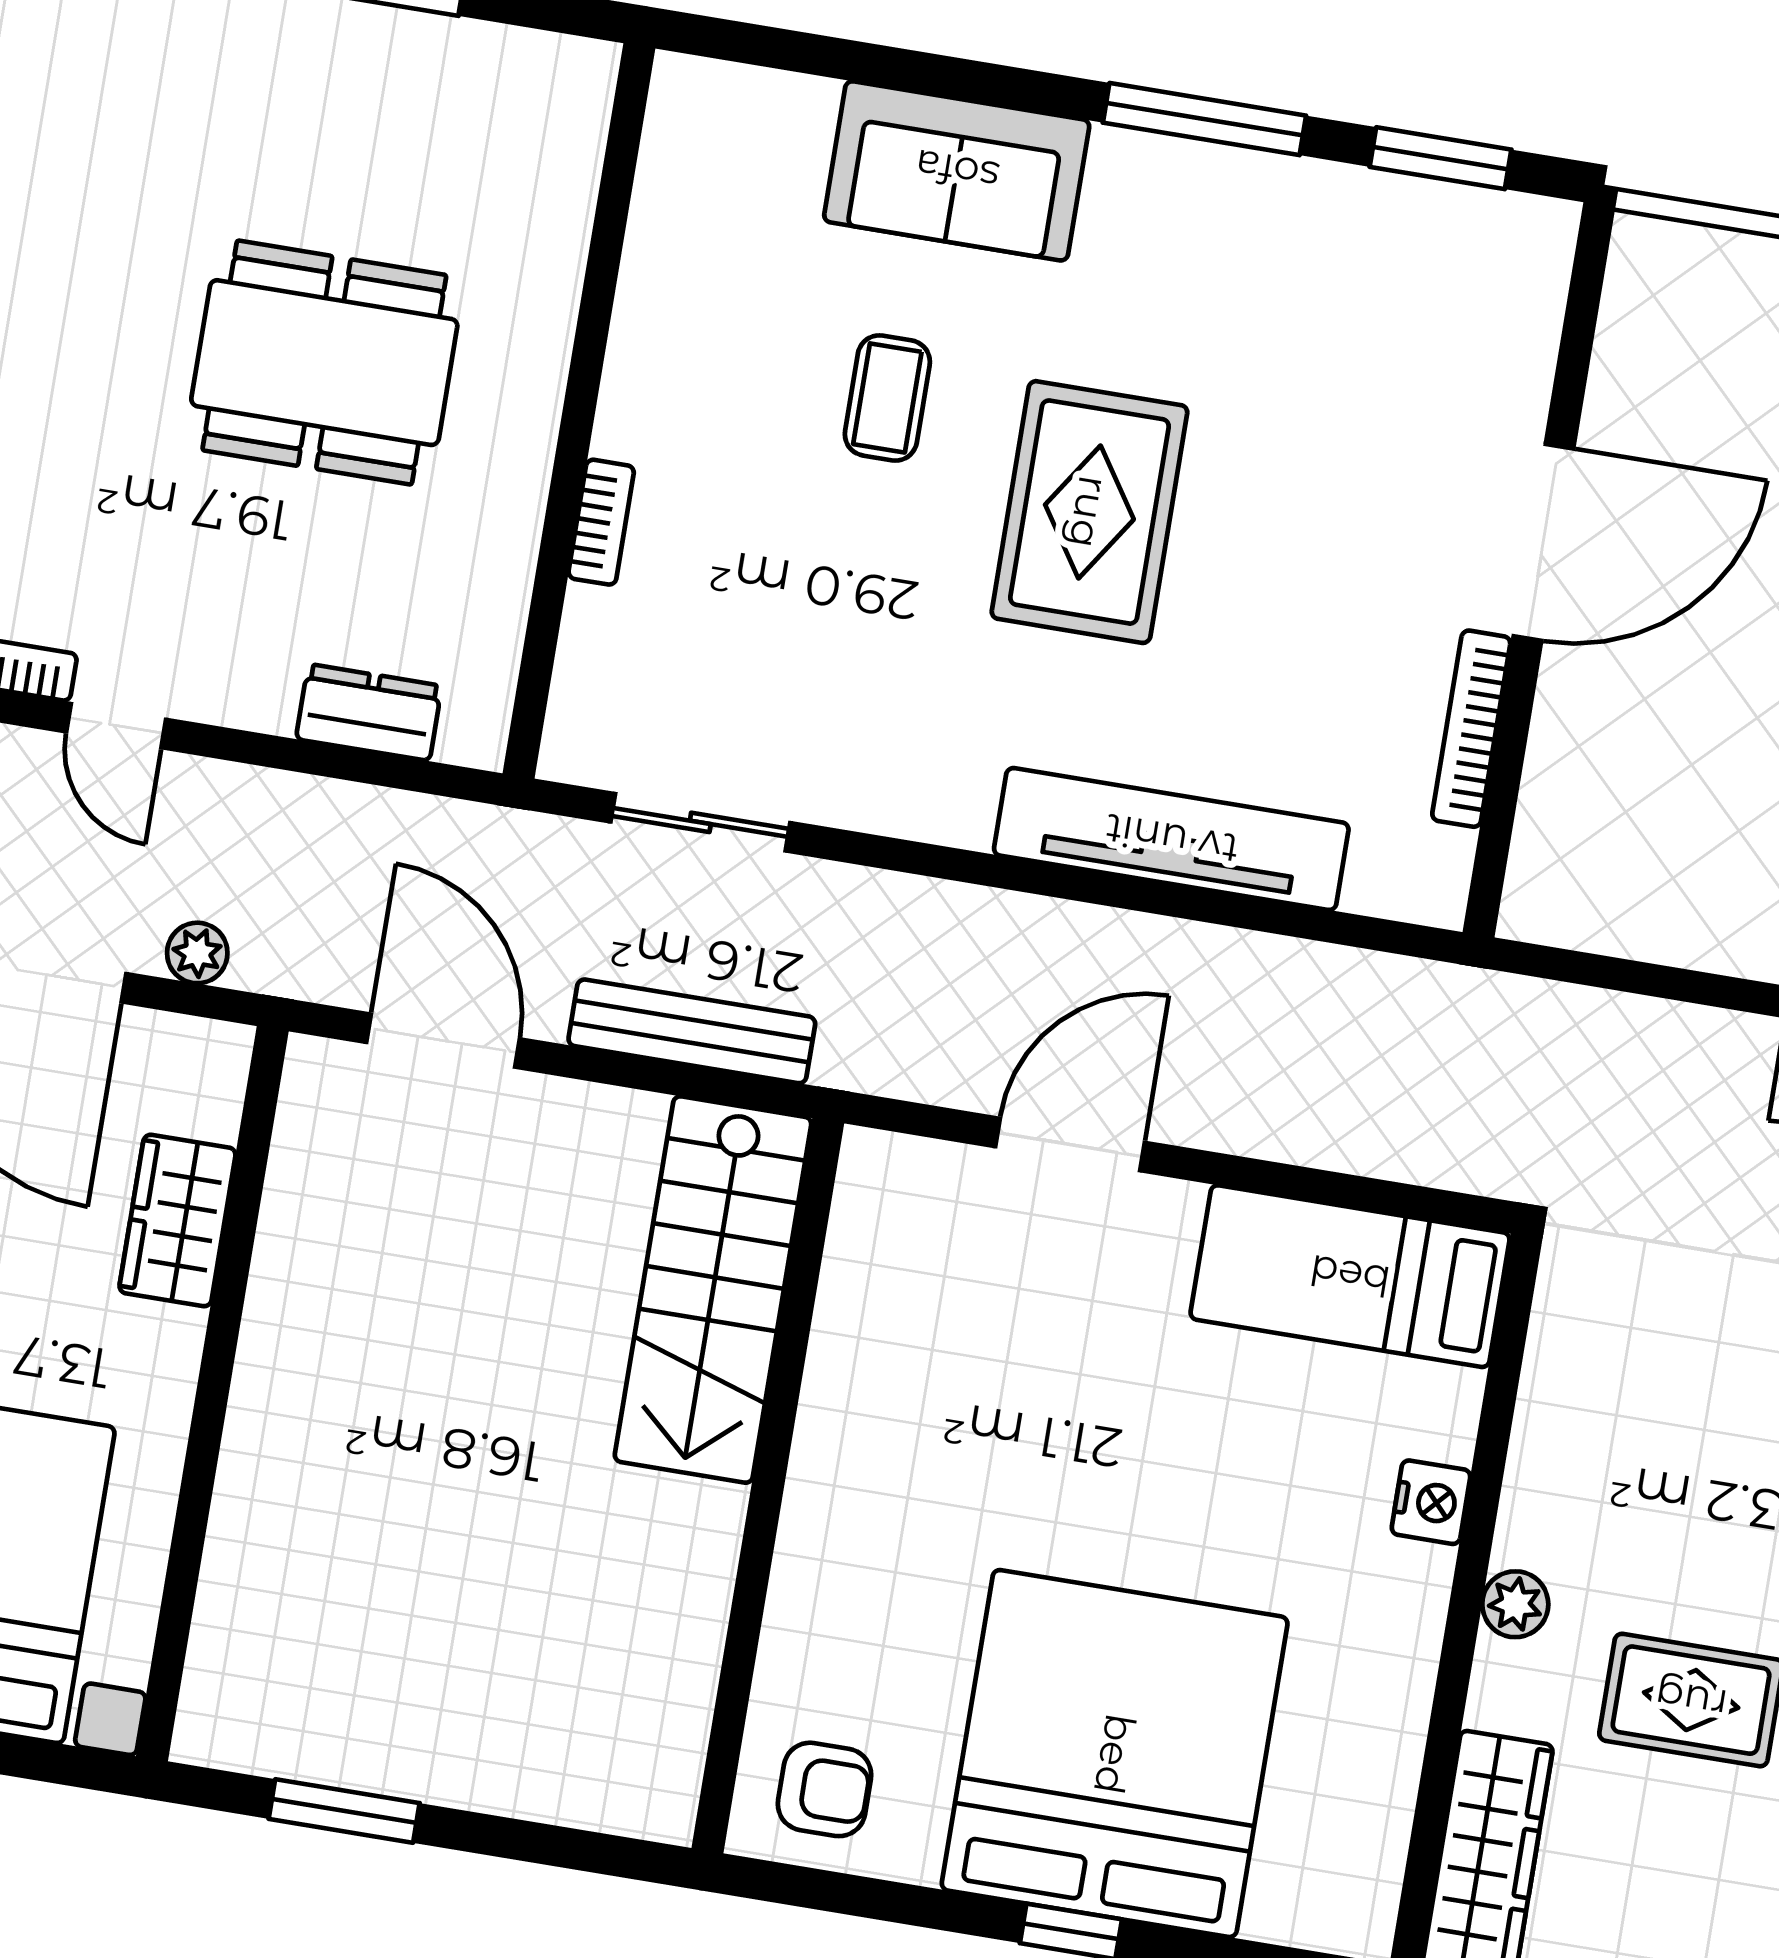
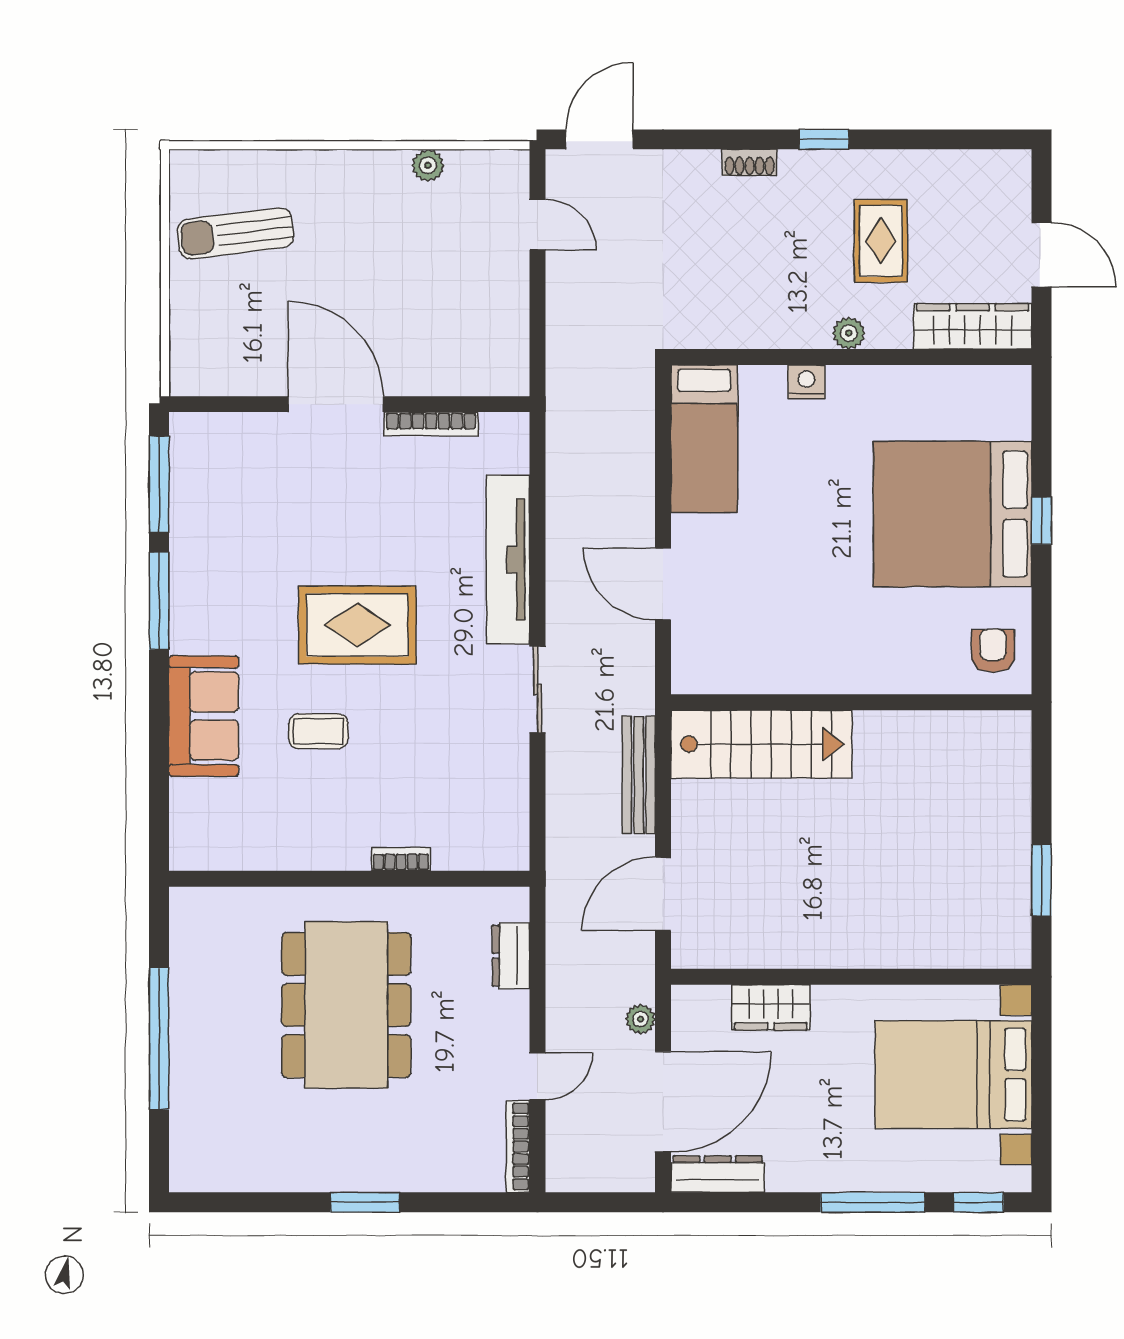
window: (1440, 158) -> (159, 484), width x1.44
dining table: (324, 363) -> (346, 1005), width x1.36, depth x1.24
sliding door: (700, 822) -> (538, 689), moved

